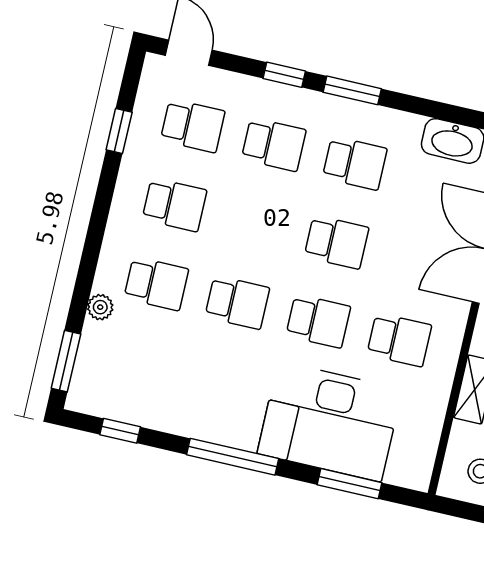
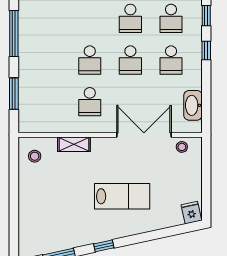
window: (352, 90) -> (206, 51), width x0.67
school desk: (237, 302) -> (130, 18), moved
desk: (330, 421) -> (42, 77), removed

